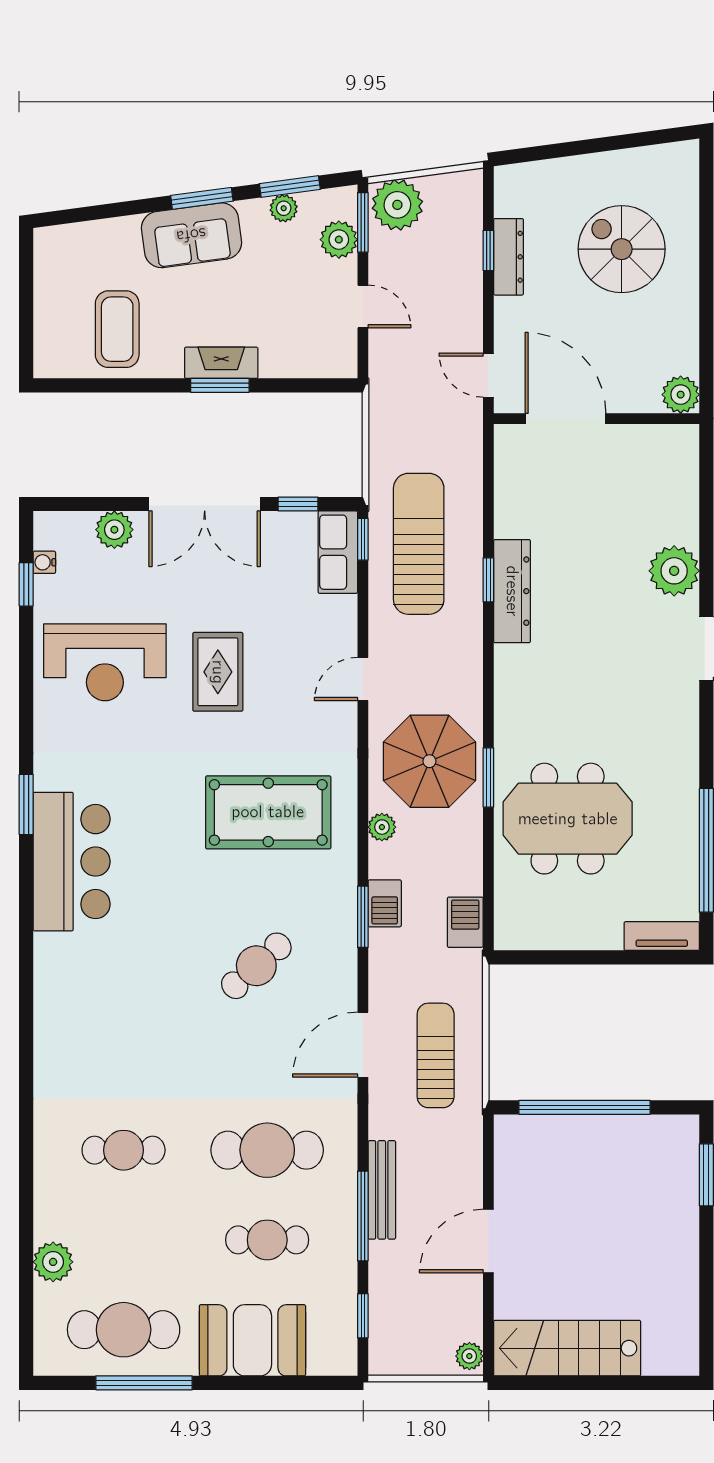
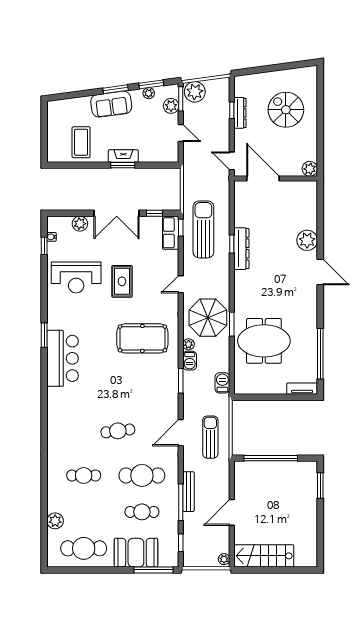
barbecue: (385, 903) -> (190, 361), moved
cafe table: (256, 966) -> (118, 431), moved, turned 35
window: (144, 1383) -> (153, 570), moved

